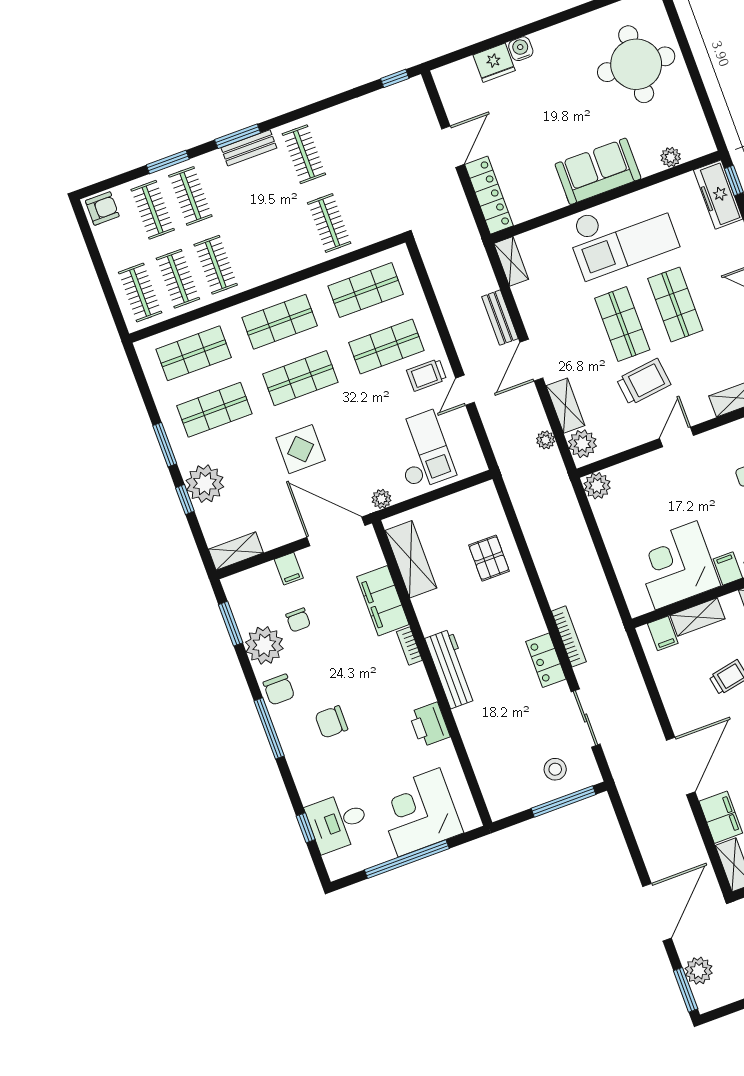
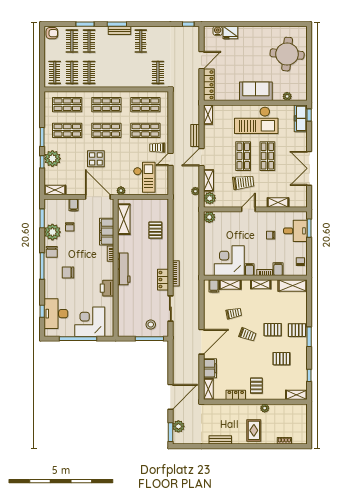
water cooler: (521, 49) -> (218, 31), moved
clothes rail: (329, 223) -> (158, 72), moved
desk: (338, 822) -> (56, 314), width x1.37

